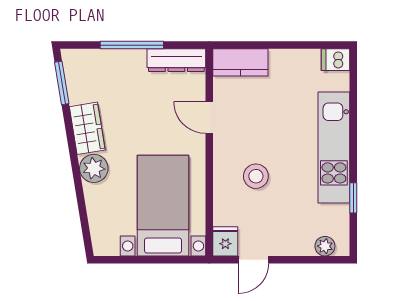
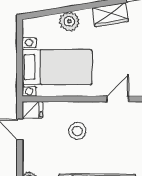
plant: (94, 168) -> (69, 21), moved

